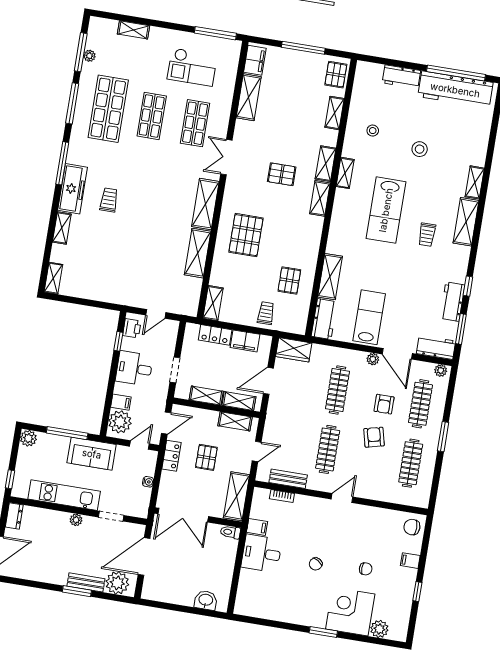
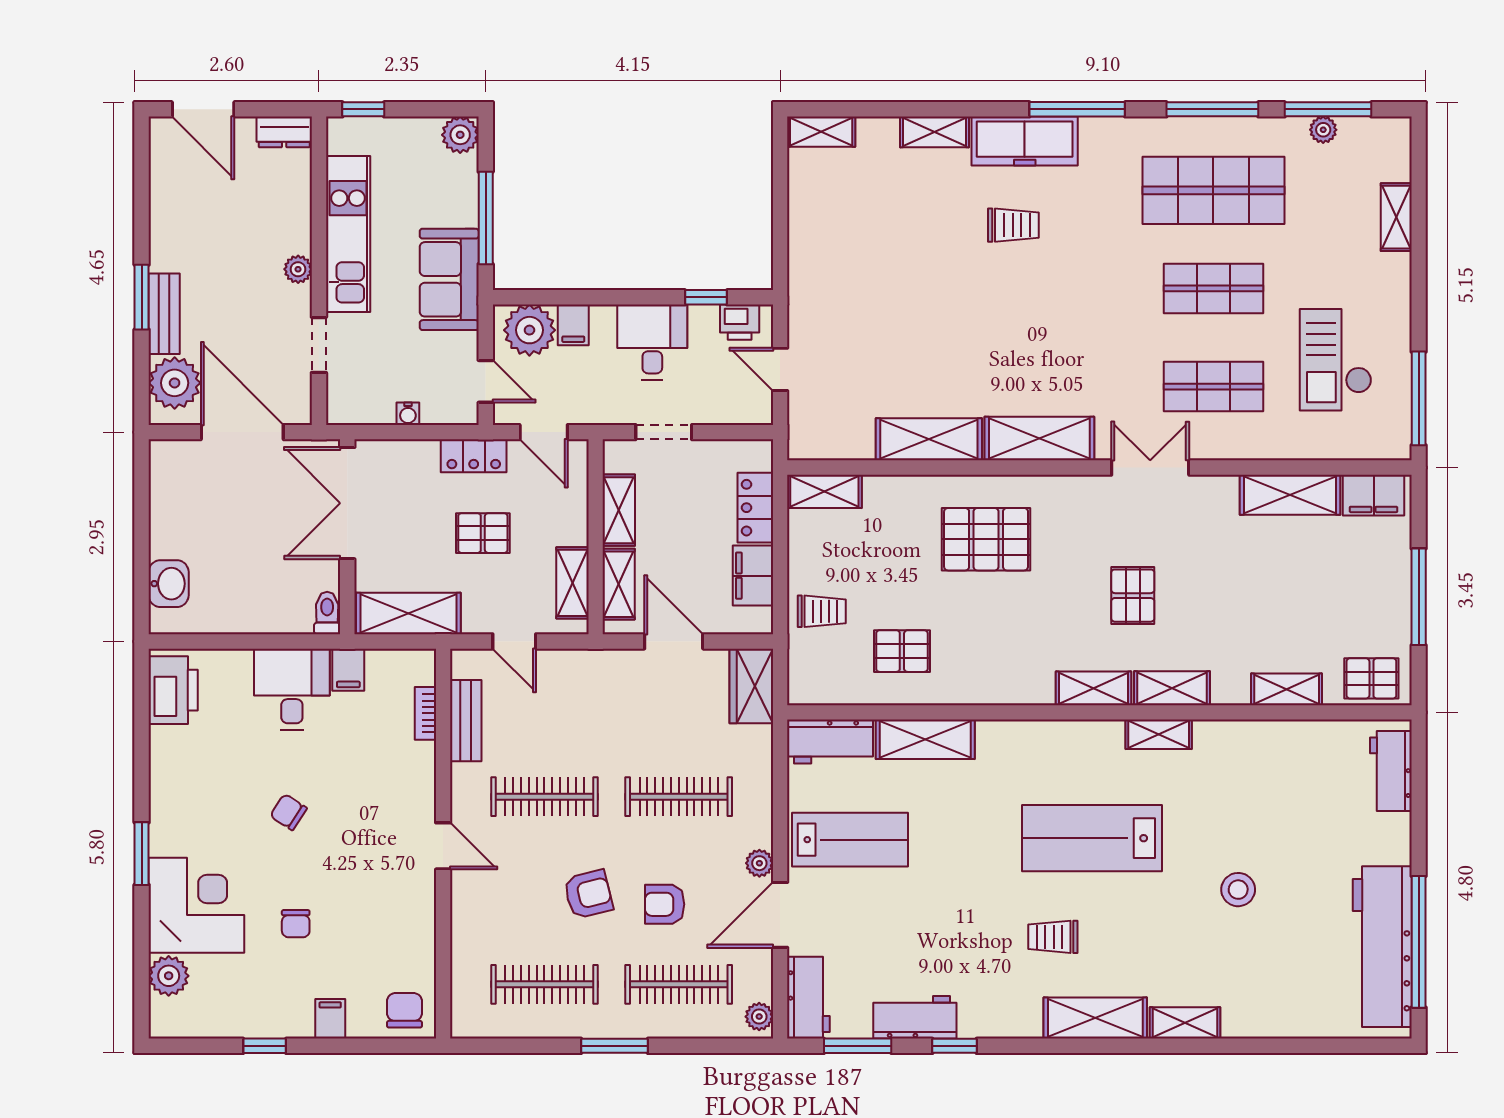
workbench: (401, 77) -> (1391, 771), moved
stool: (373, 131) -> (1262, 780), removed
printer: (253, 606) -> (173, 690), added

